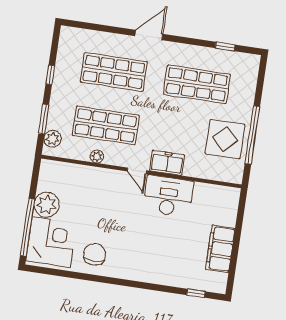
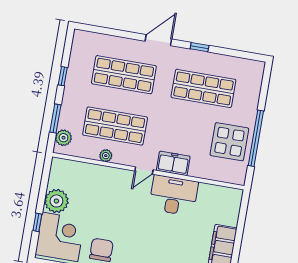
window: (225, 46) -> (200, 47), moved
door: (137, 171) -> (144, 170), hinge flipped
window: (27, 227) -> (37, 222), width x0.32

